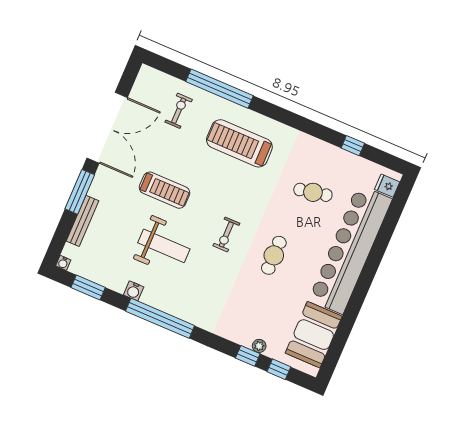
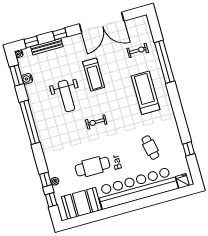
window: (80, 192) -> (60, 34), width x0.46
window: (61, 236) -> (31, 42), added
cafe table: (274, 255) -> (93, 167), moved, width x1.37, depth x1.35
water cooler: (134, 291) -> (27, 79), moved

